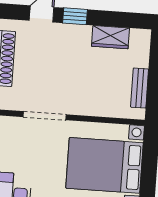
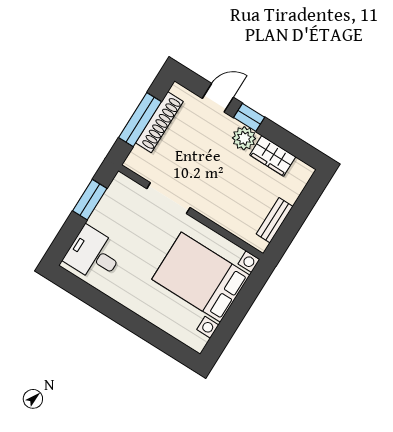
plant: (80, 35) -> (244, 138), added

